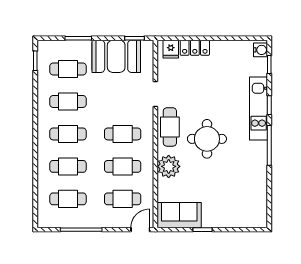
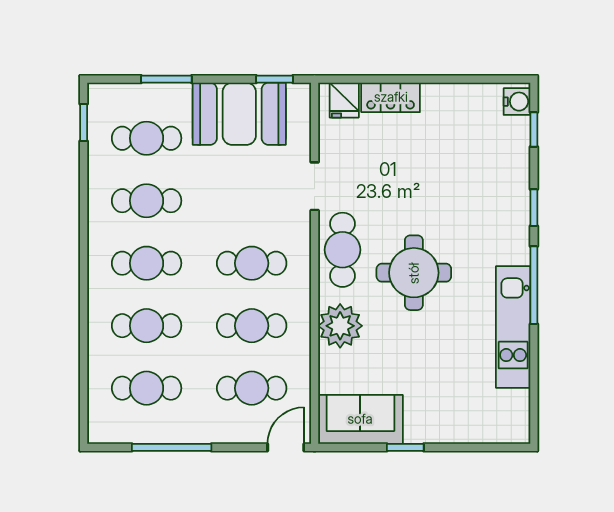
kitchen unit: (259, 109) -> (513, 327), moved

